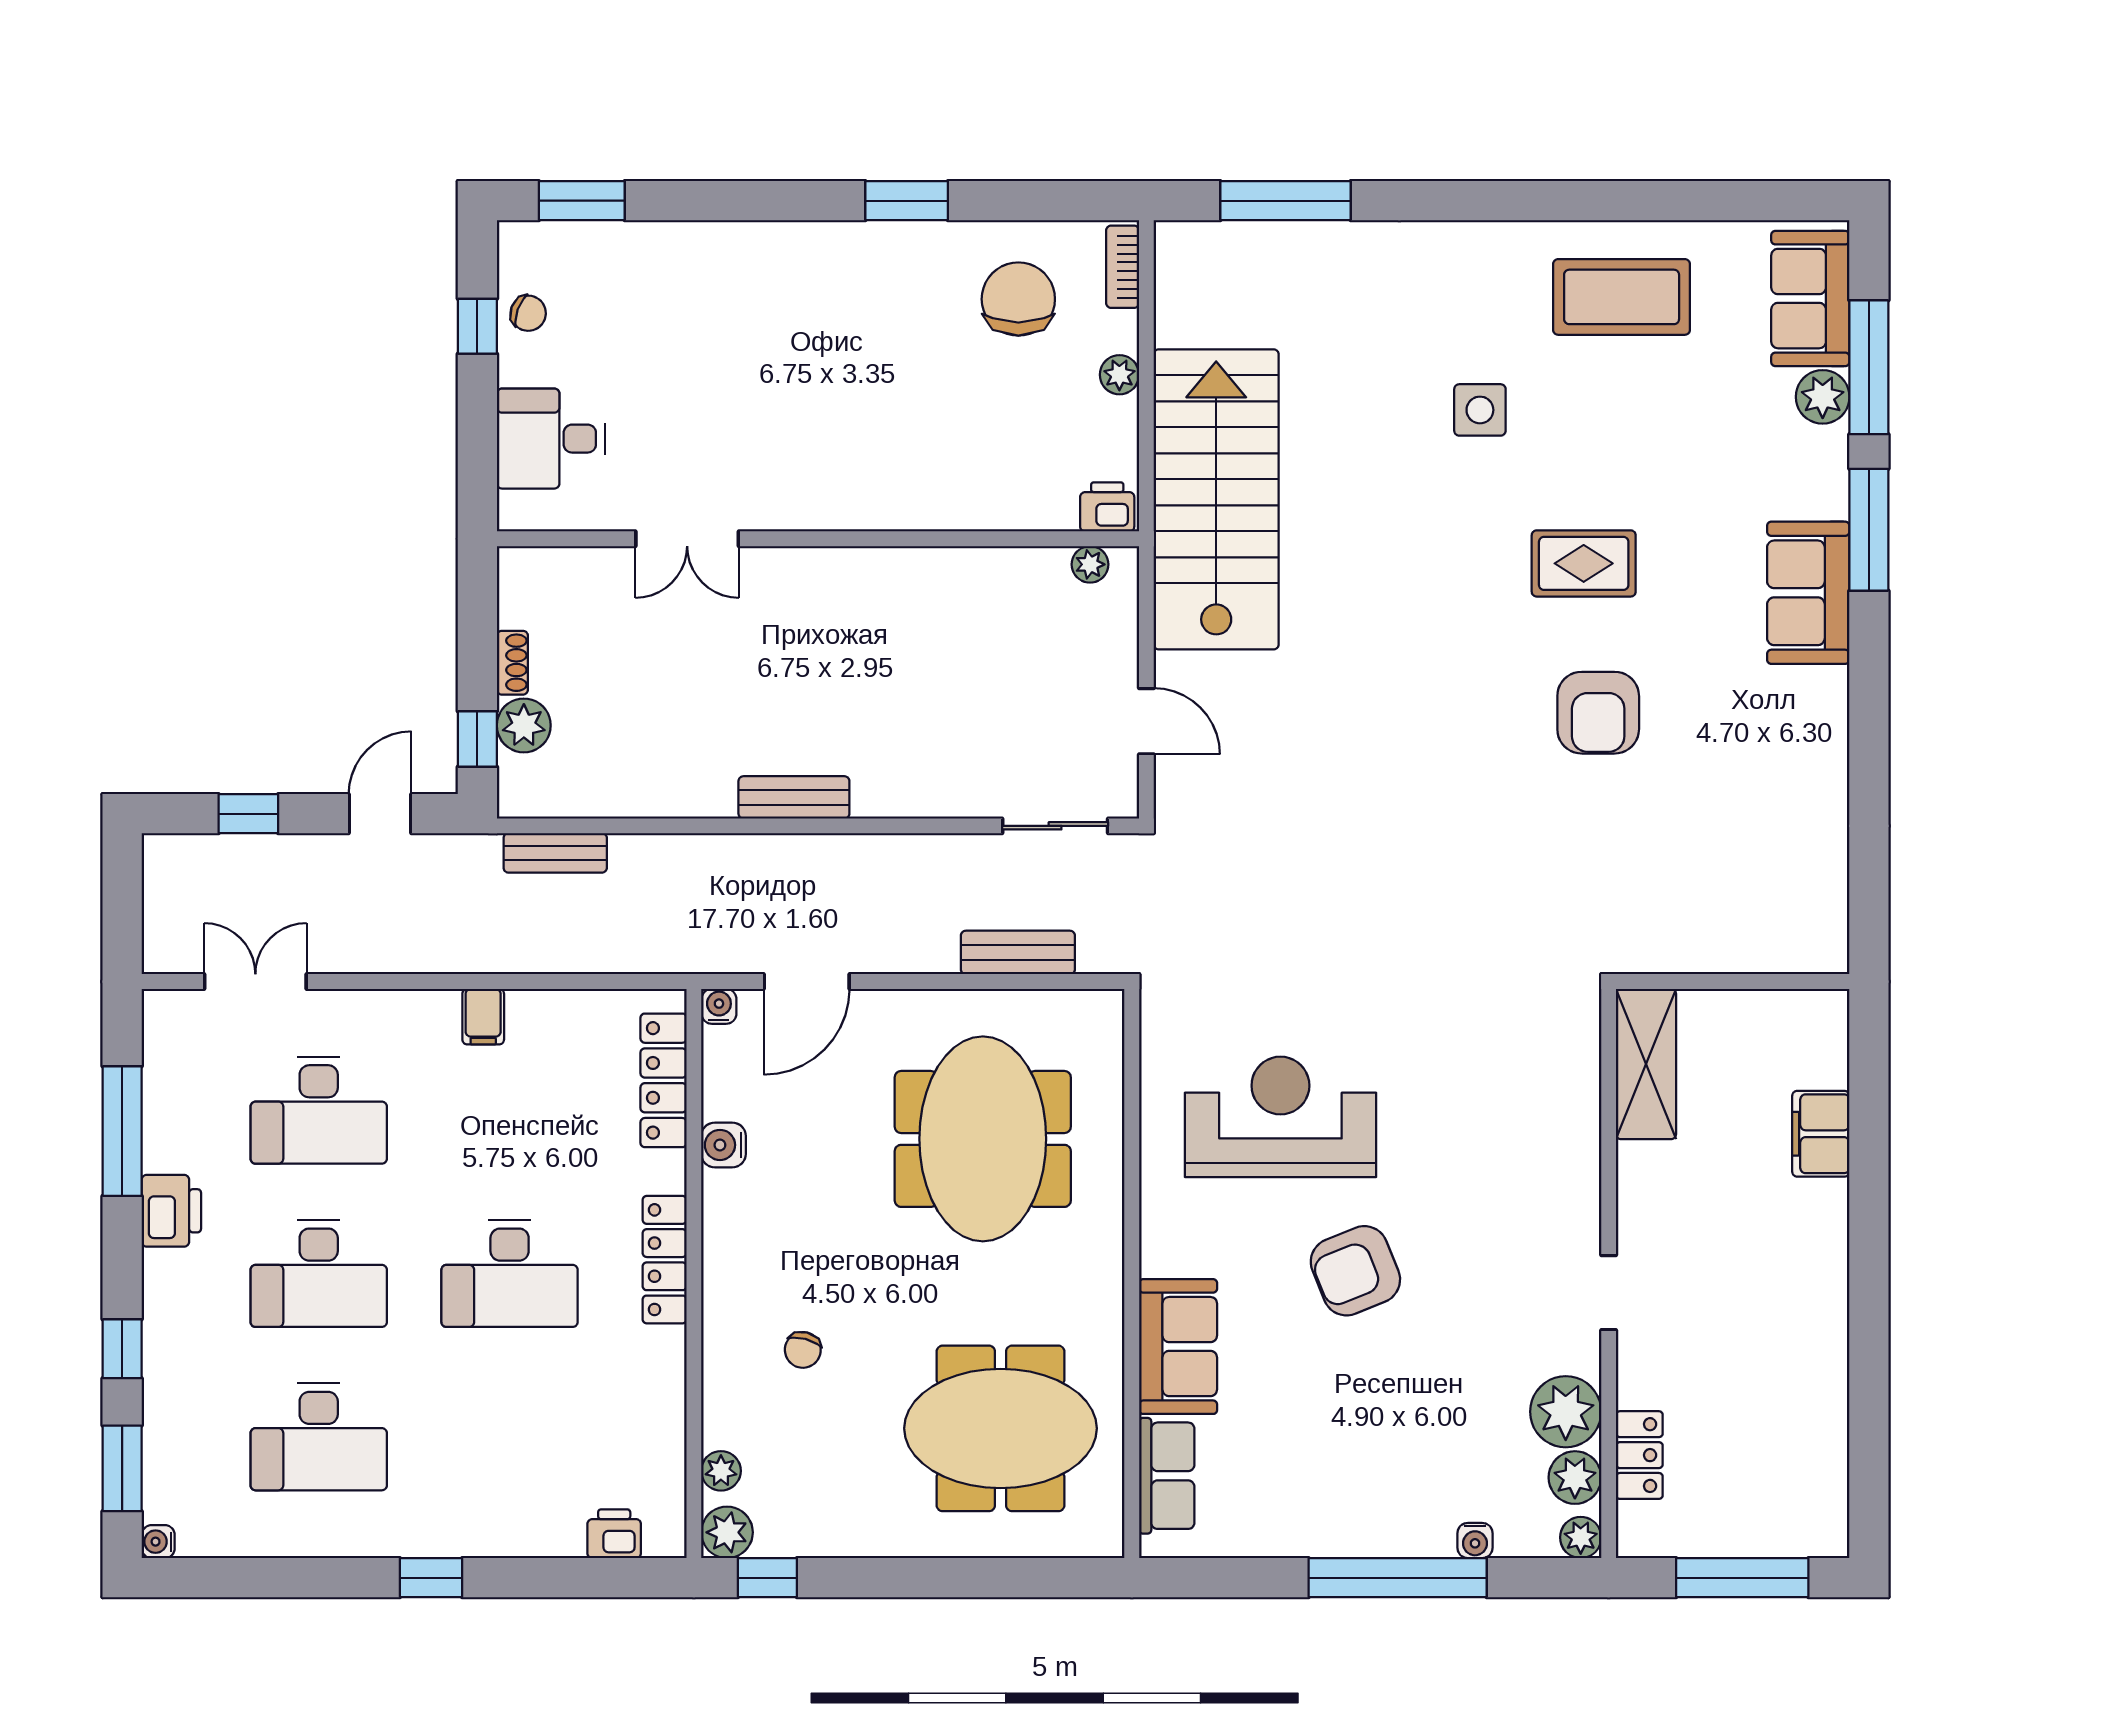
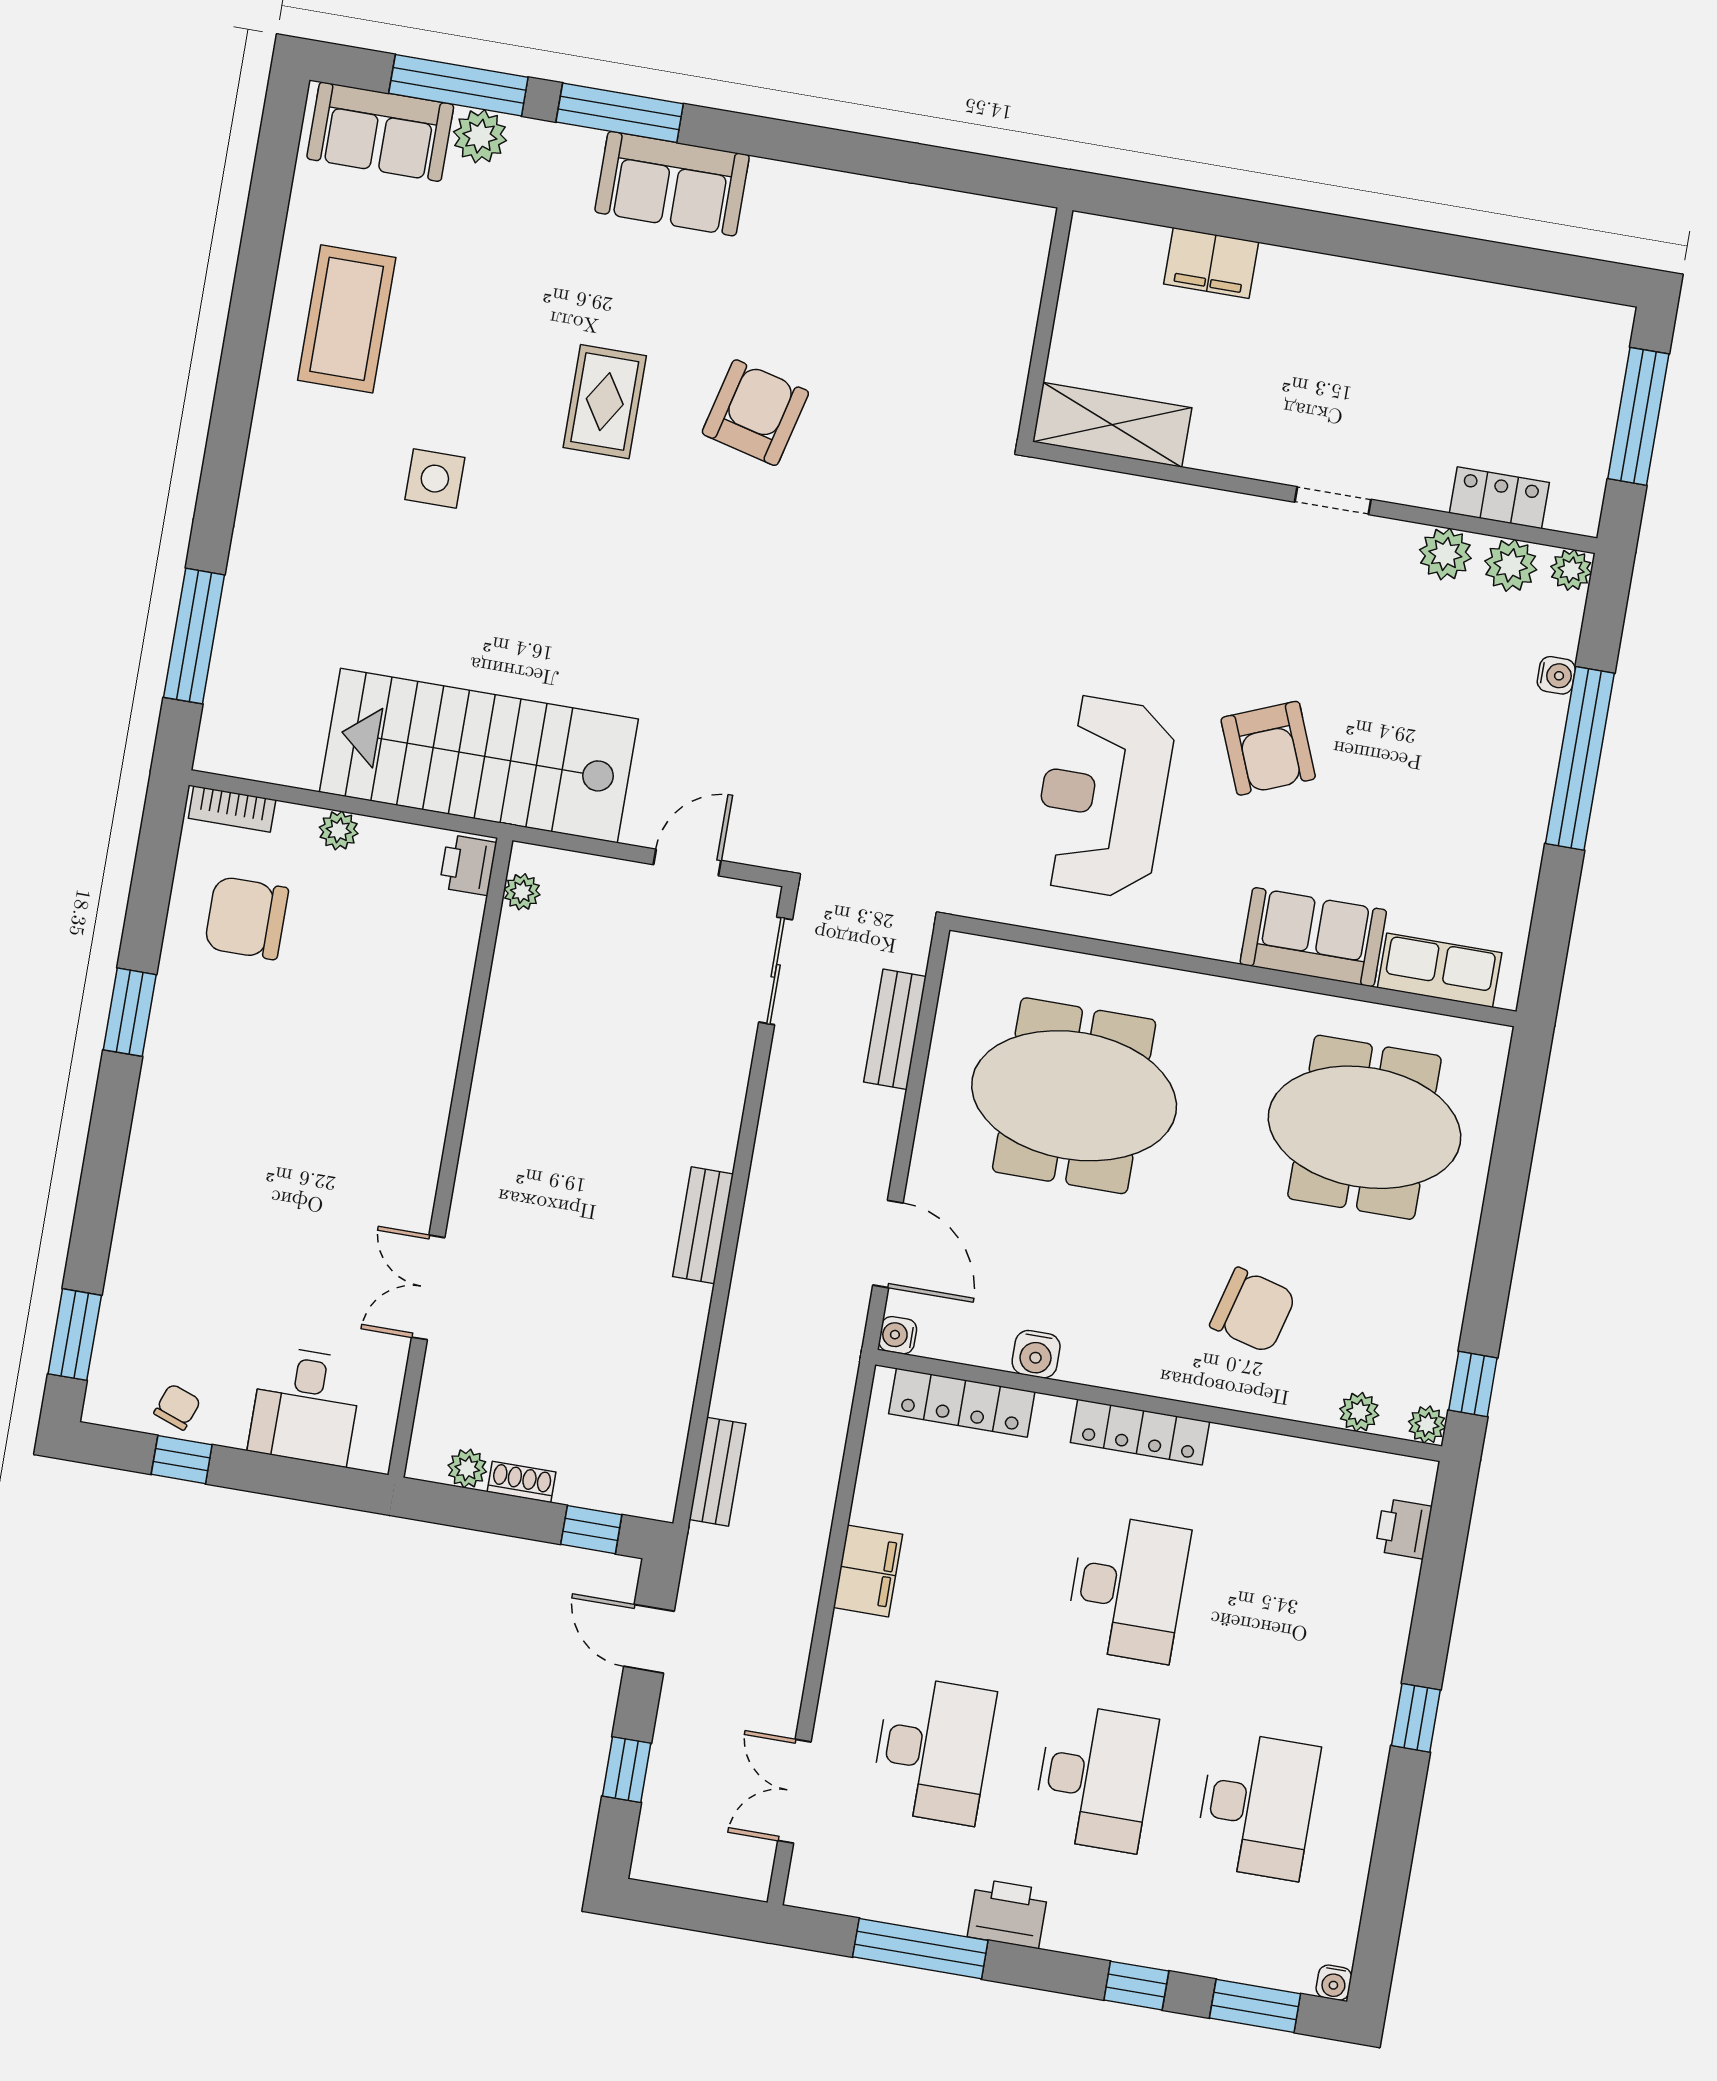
double door: (687, 539) -> (428, 1287), swing flipped
armchair: (1598, 713) -> (755, 413), turned -76
plant: (524, 725) -> (467, 1468), moved, width x0.73, depth x0.73
filing cabinet: (483, 1017) -> (868, 1571), width x2.00
chair: (803, 1350) -> (1253, 1310), width x1.87, depth x1.87
plant: (1566, 1412) -> (1445, 554), width x0.73, depth x0.73
meeting table: (1001, 1428) -> (1364, 1127), turned 90
plant: (727, 1532) -> (1427, 1425), width x0.73, depth x0.73

